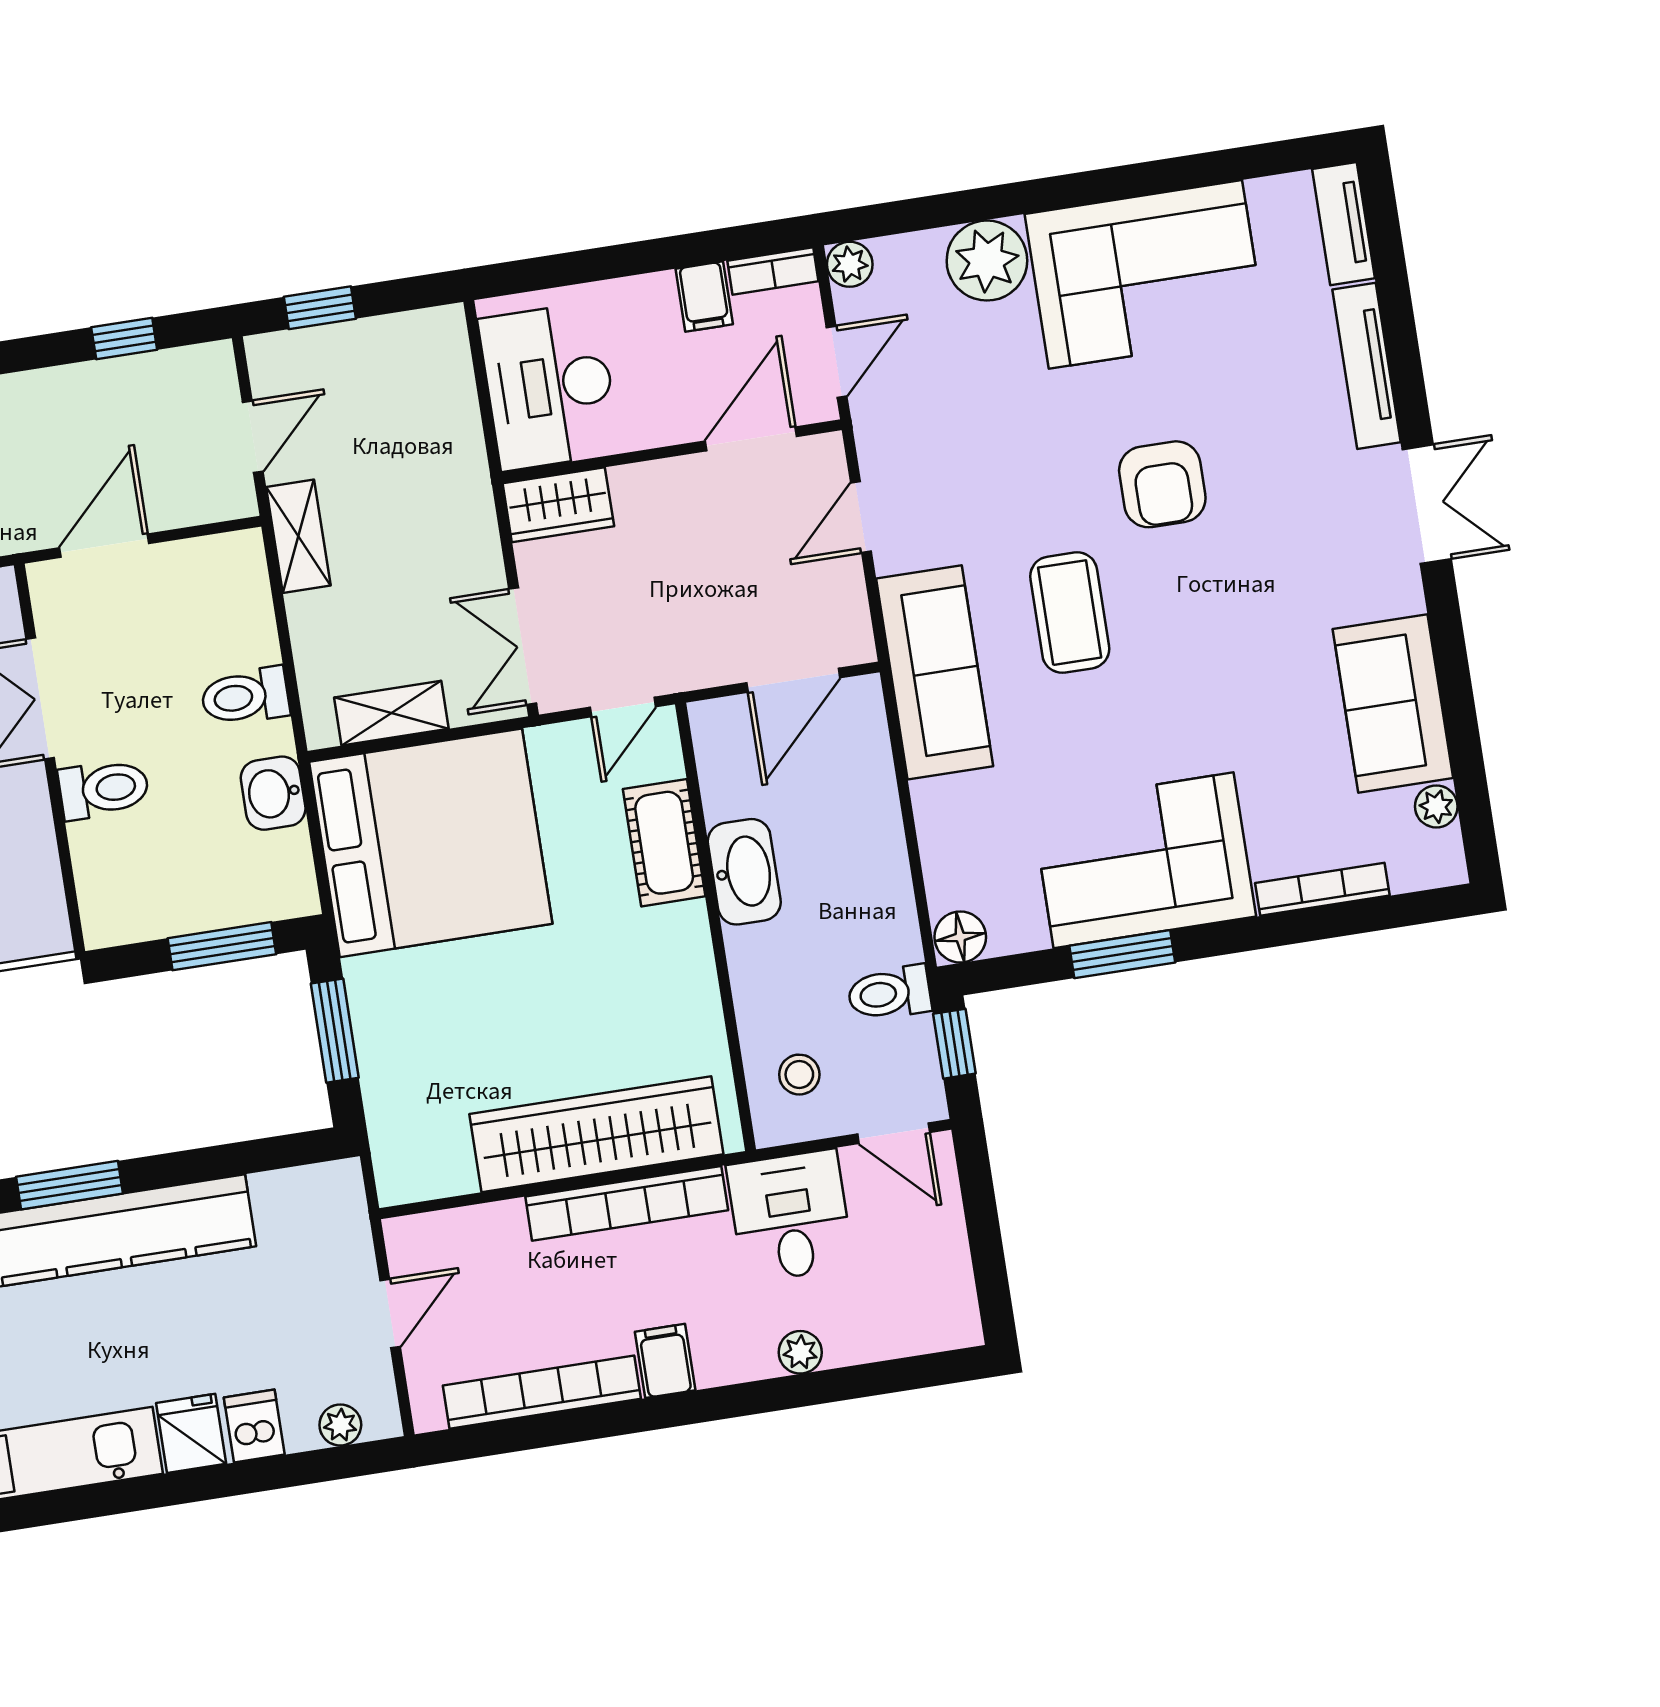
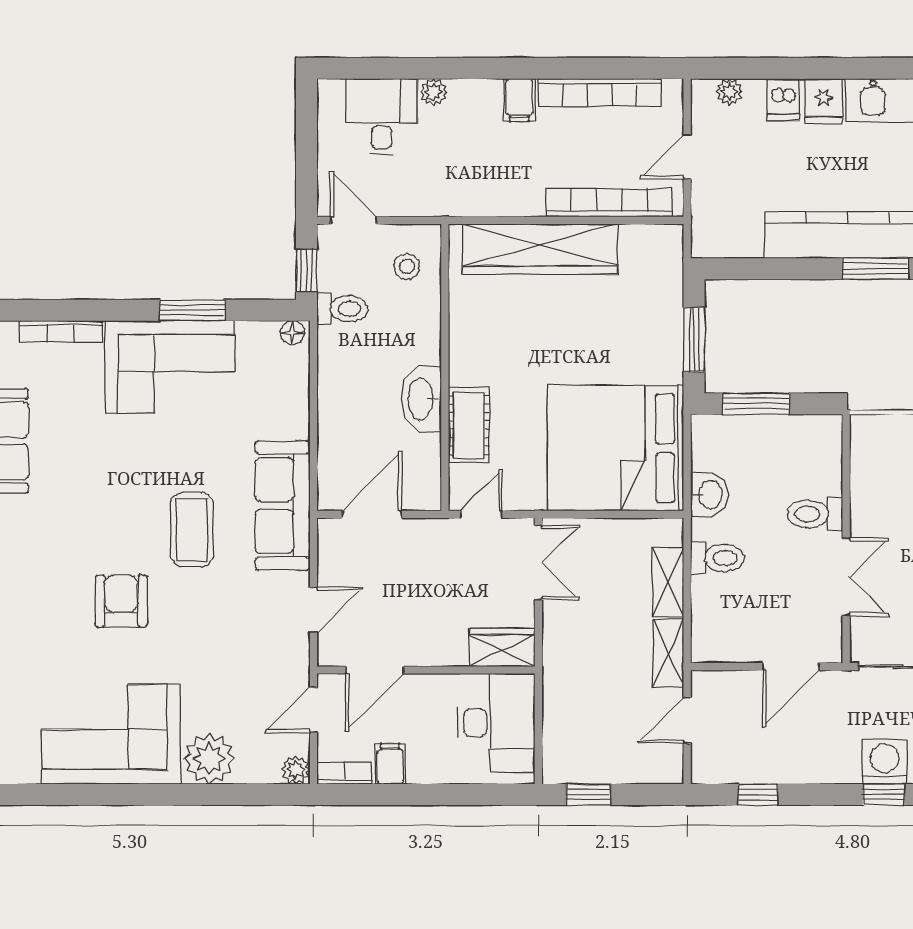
window: (320, 308) -> (588, 795), moved
shelving: (391, 713) -> (668, 582), moved, turned 90
floor lamp: (960, 937) -> (292, 333), width x0.73, depth x0.73
bookcase: (627, 1203) -> (609, 203), moved
desk: (790, 1216) -> (382, 117), moved, turned 180

